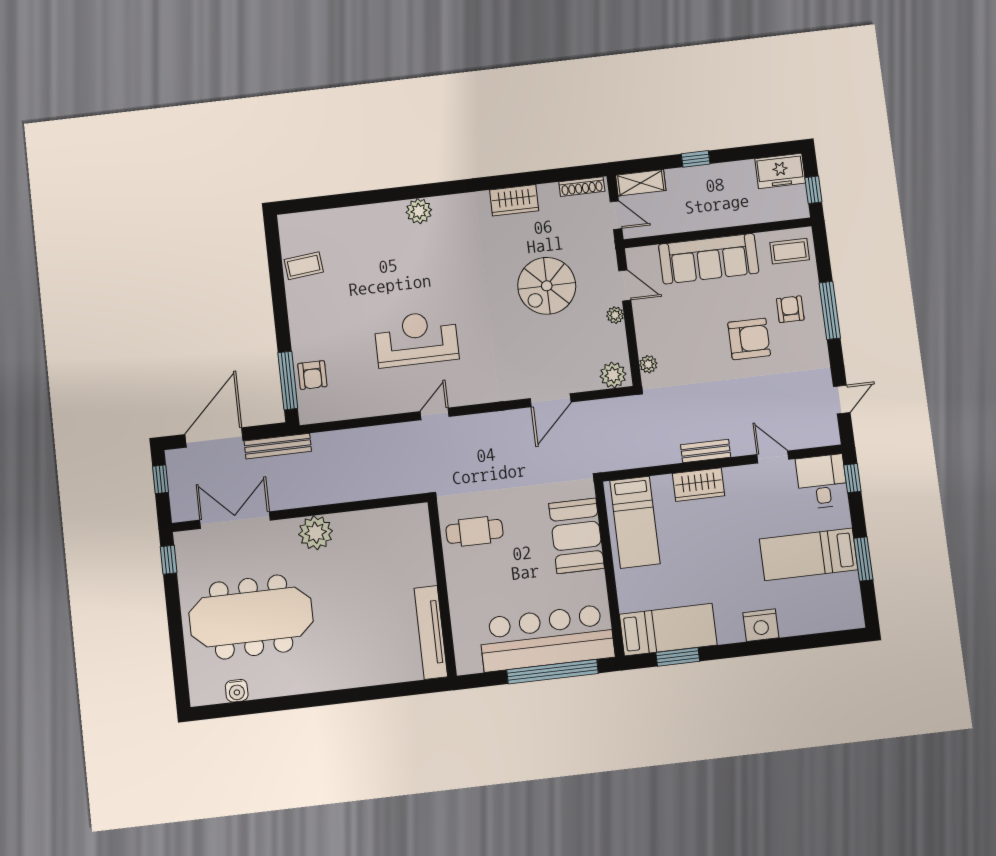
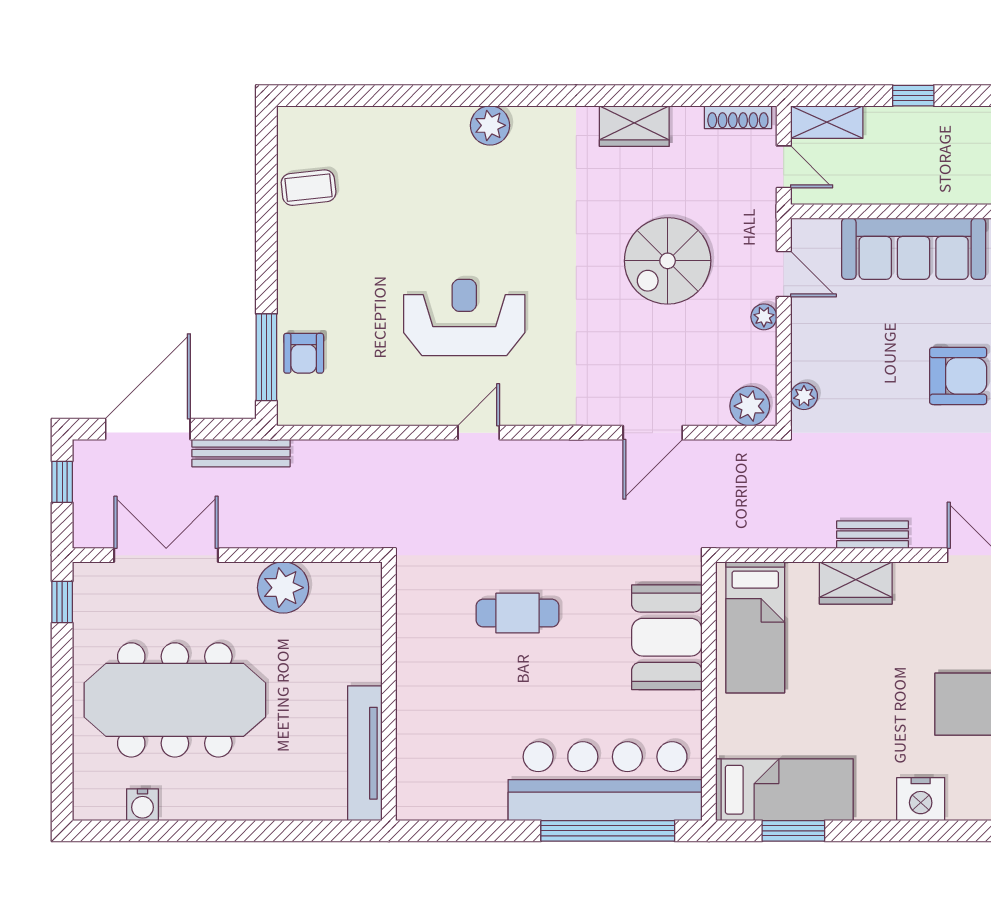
wall: (442, 589) -> (389, 691), moved
tv unit: (431, 632) -> (365, 753), moved

